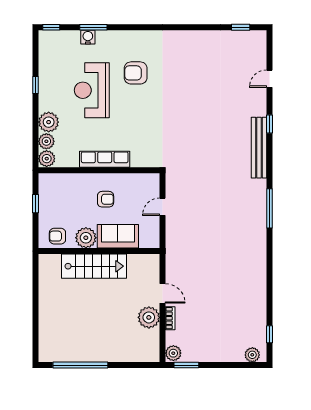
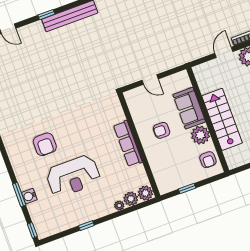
plant: (49, 122) -> (119, 205), width x0.53, depth x0.53
armchair: (106, 199) -> (162, 130), turned -90

